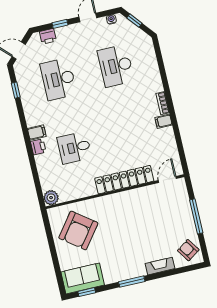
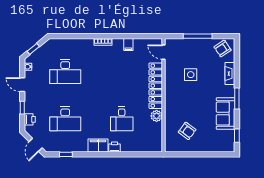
filing cabinet: (163, 121) -> (128, 44), moved
filing cabinet: (37, 133) -> (98, 146), width x2.00
plant: (51, 198) -> (157, 116), moved
side table: (148, 219) -> (191, 75), added
armchair: (78, 230) -> (187, 131), width x0.53, depth x0.53
sofa: (83, 278) -> (225, 114), moved

